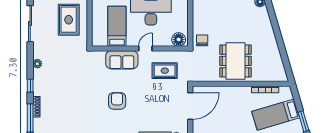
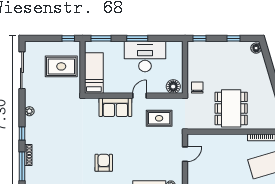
rug: (69, 20) -> (61, 66), turned 90
bed: (117, 26) -> (94, 73), moved
armchair: (117, 101) -> (104, 163), moved
door: (190, 106) -> (185, 154), width x0.53

